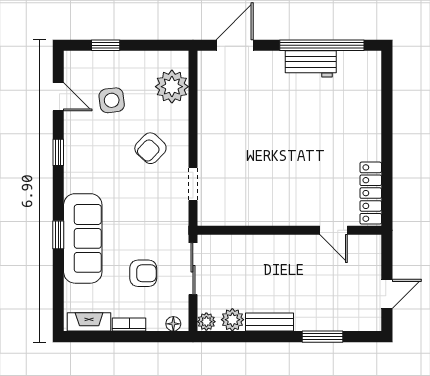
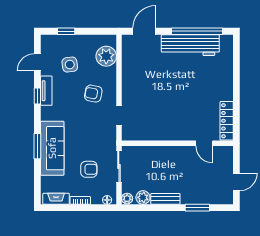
workbench: (311, 64) -> (190, 45), width x1.88, depth x1.32
door: (58, 97) -> (37, 62), swing flipped
tv unit: (73, 143) -> (46, 91), added
armchair: (150, 148) -> (93, 94), turned 57
window: (58, 235) -> (37, 146), width x1.50

